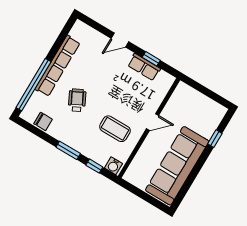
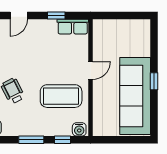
row of seats: (144, 67) -> (73, 27), moved
coffee table: (115, 129) -> (61, 96), width x1.36, depth x1.32
window: (215, 139) -> (154, 81), moved

